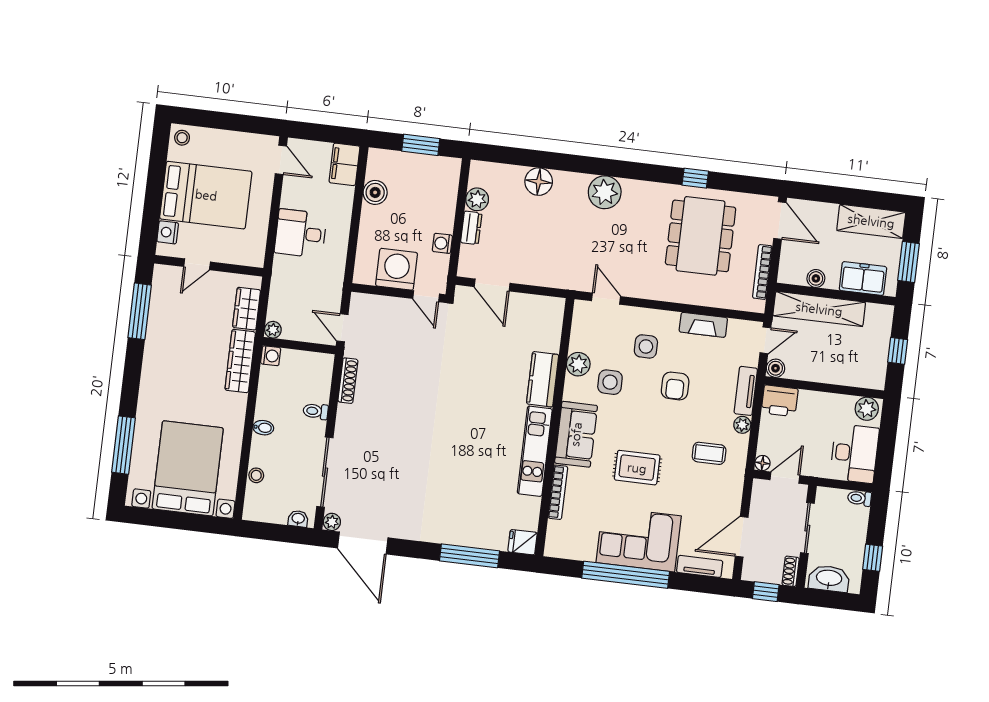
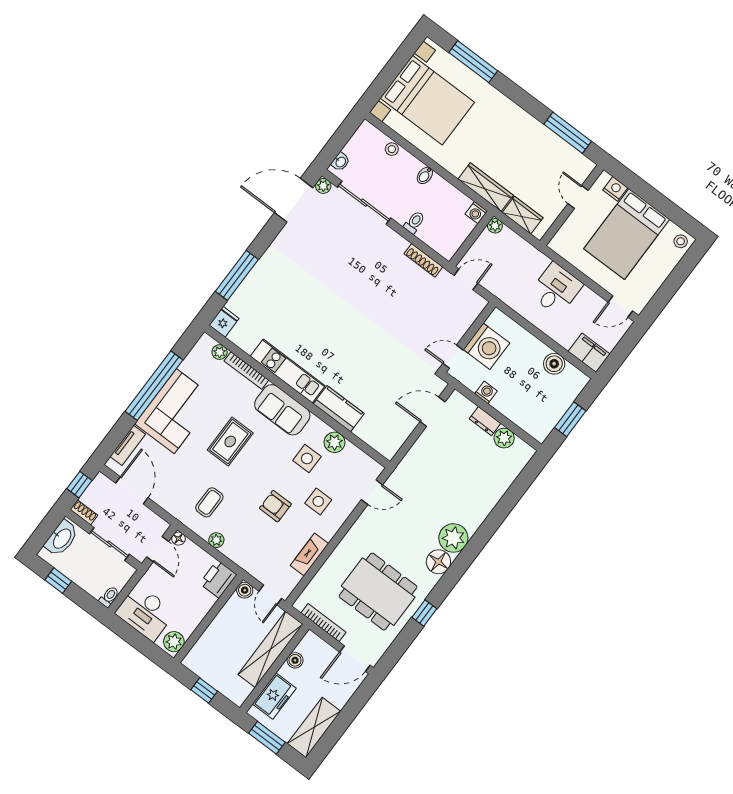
floor lamp: (539, 182) -> (438, 562), moved
tv unit: (746, 391) -> (241, 558), removed
plant: (555, 529) -> (220, 352), added

